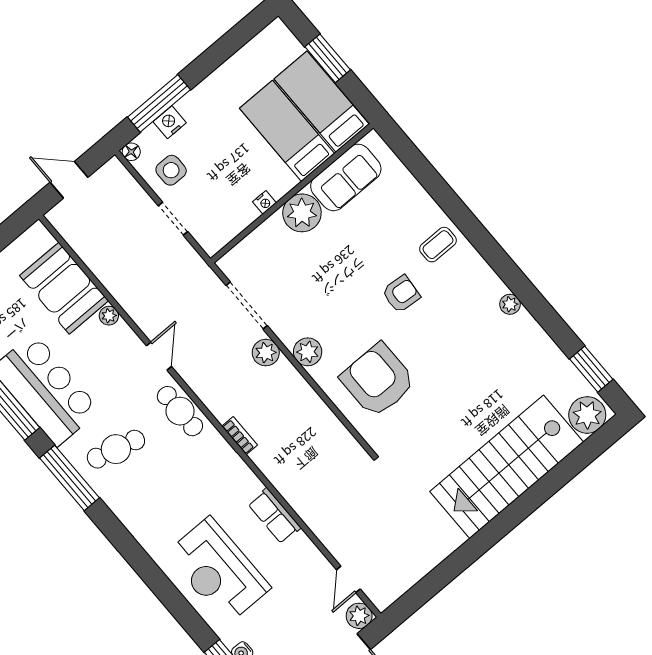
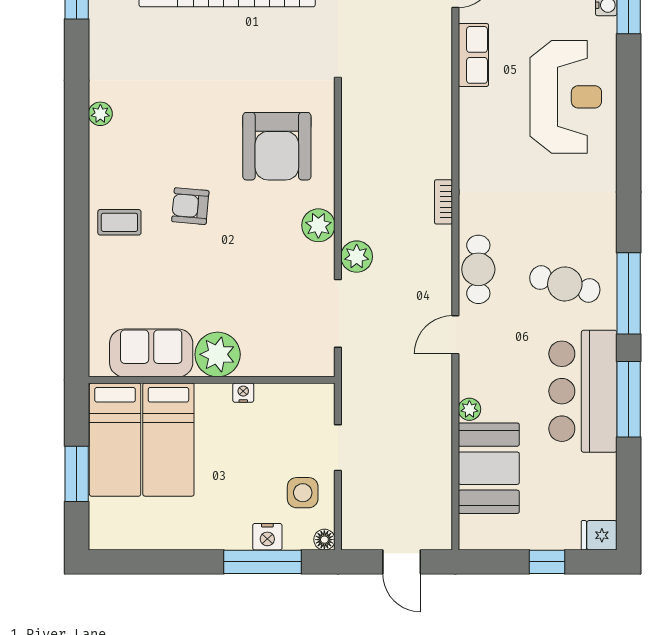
row of seats: (274, 516) -> (473, 55), moved

